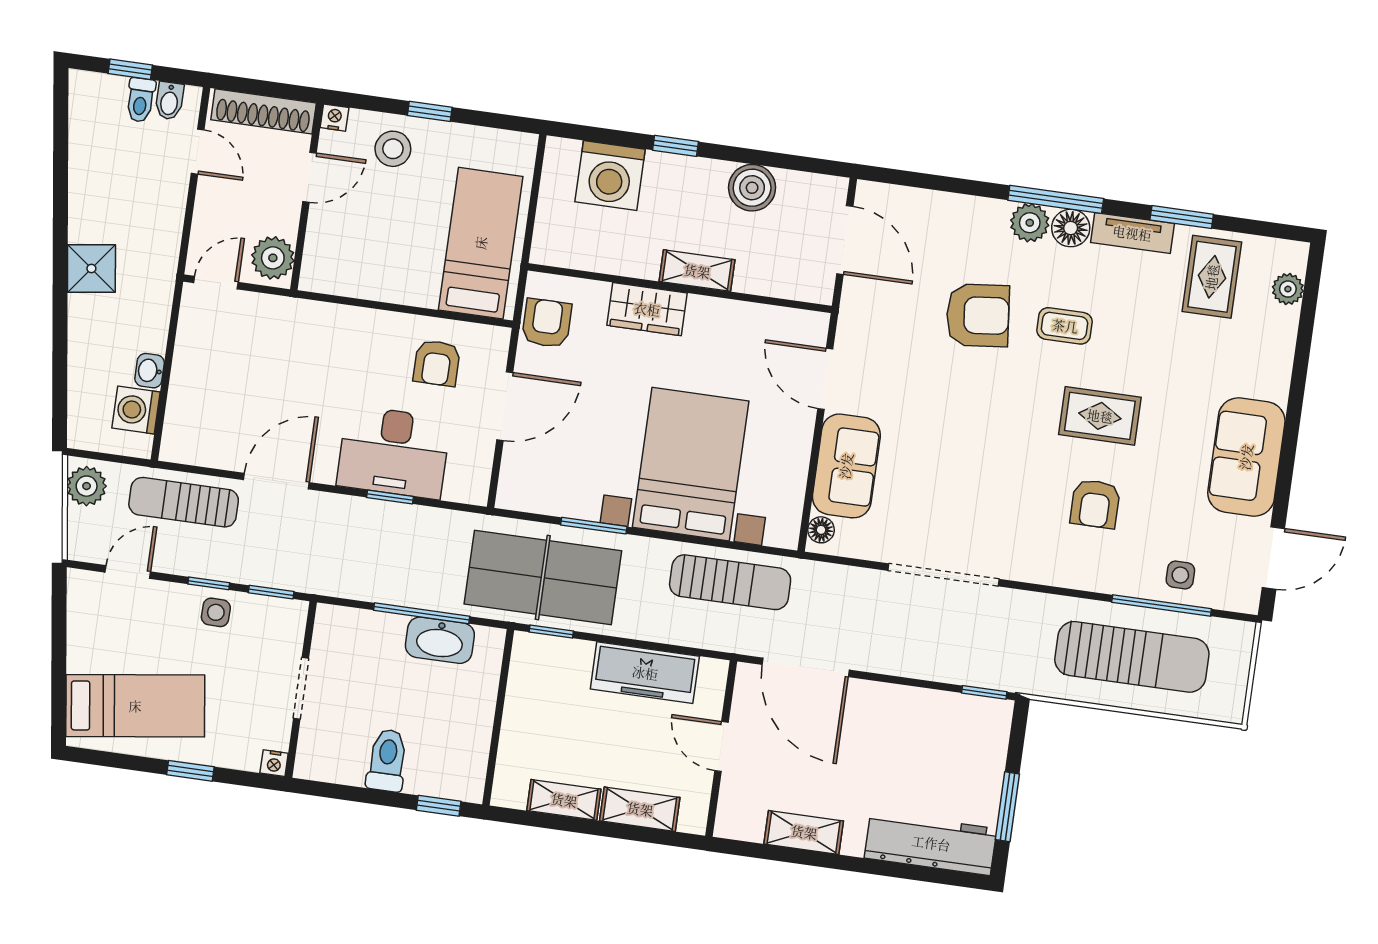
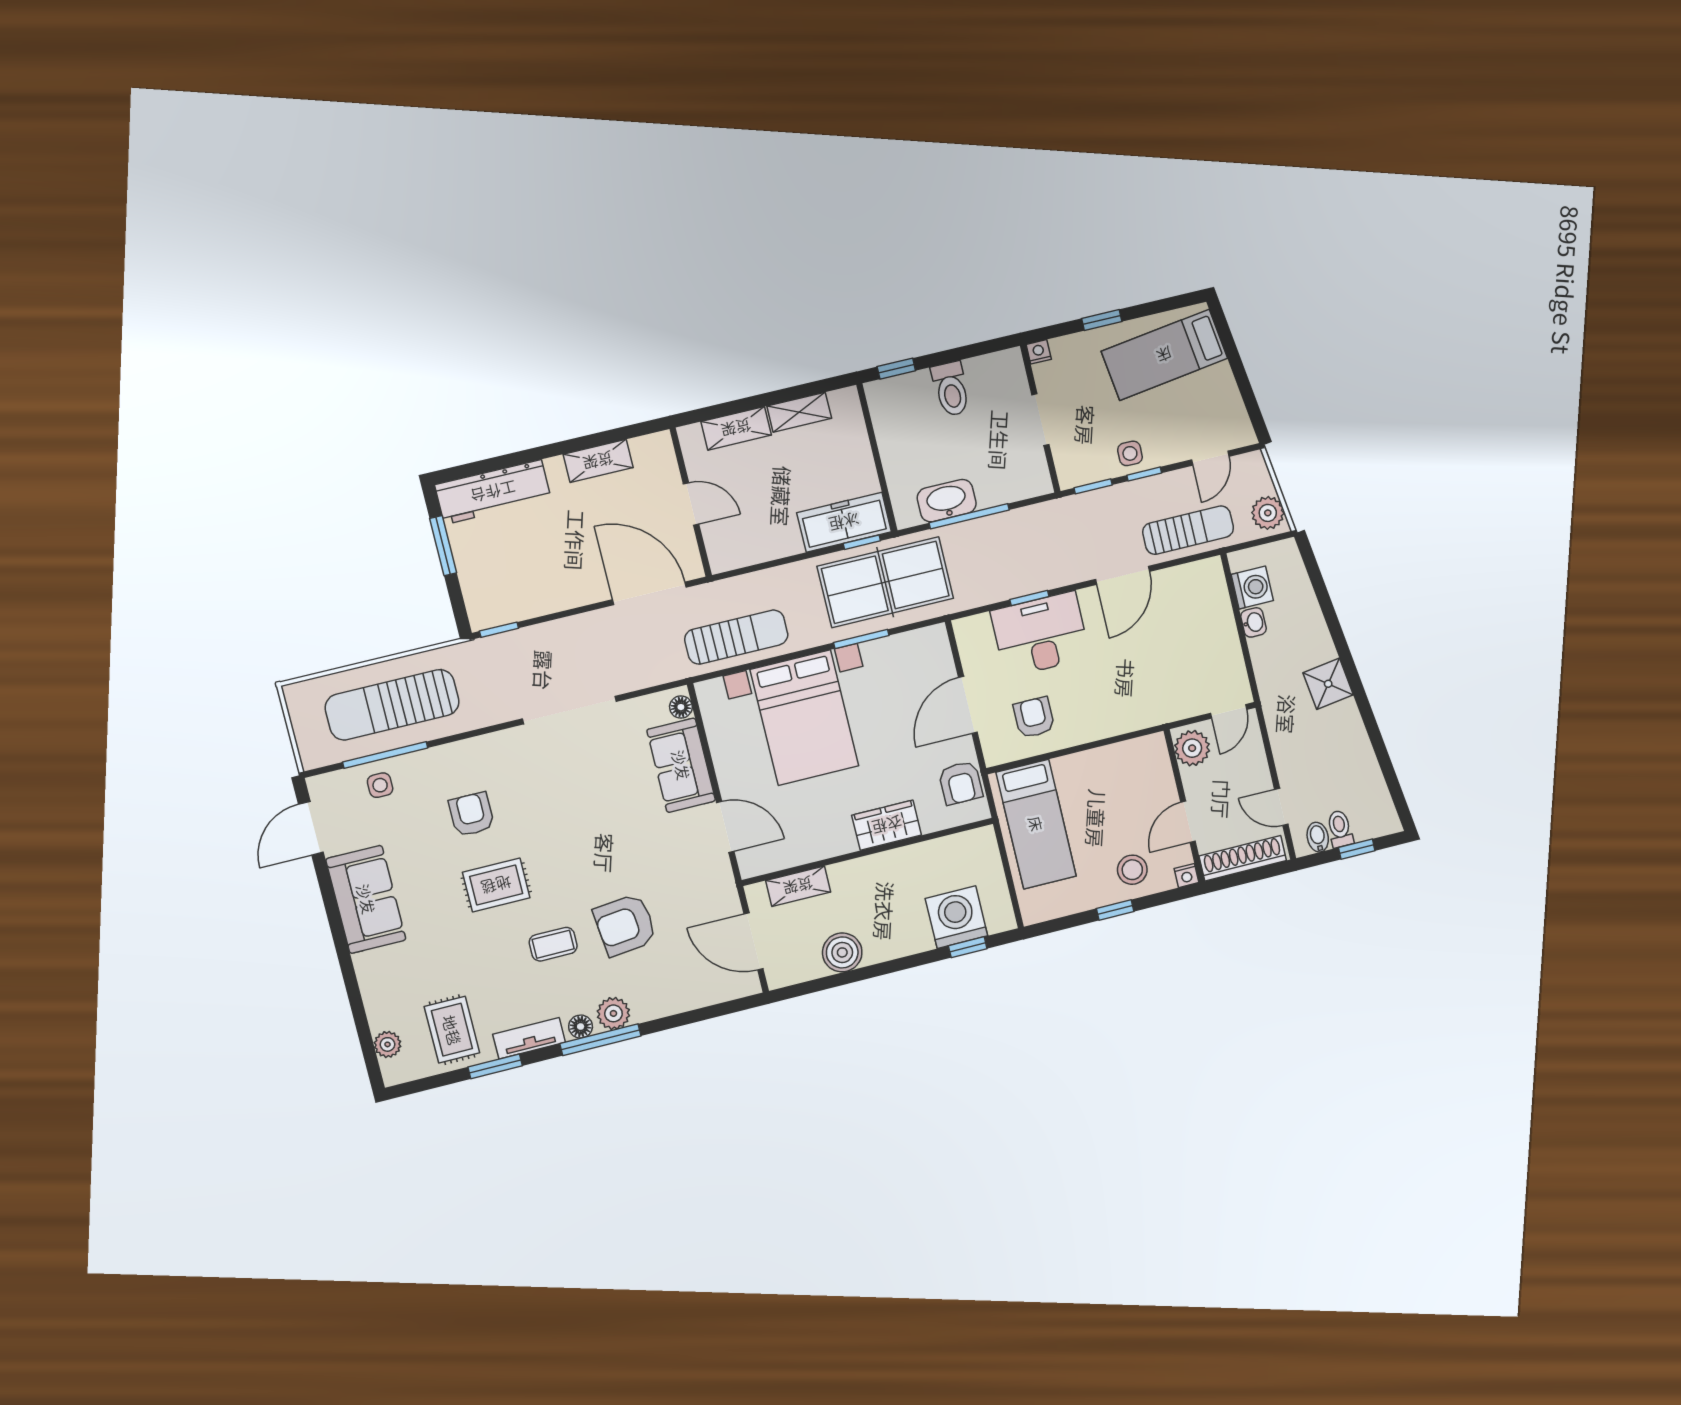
window: (676, 146) -> (968, 947), moved
floor lamp: (1071, 228) -> (581, 1027), width x0.73, depth x0.73
shelving: (697, 271) -> (798, 886), moved
sun lounger: (730, 582) -> (736, 637), turned 180
freezer: (645, 673) -> (844, 522), moved

